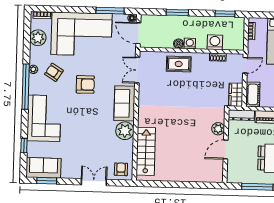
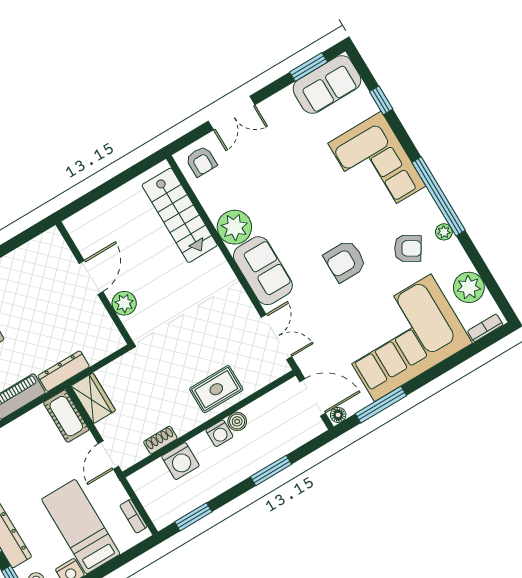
plant: (218, 129) -> (124, 303), moved
wall: (226, 146) -> (94, 283), moved
door: (226, 150) -> (91, 278), moved

